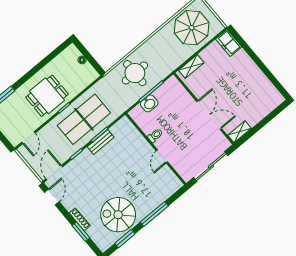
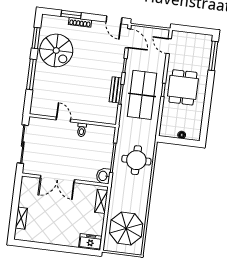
washbasin: (149, 103) -> (103, 176), moved
shelving: (240, 132) -> (21, 218), moved
spiral stairs: (118, 215) -> (56, 50), turned 90

